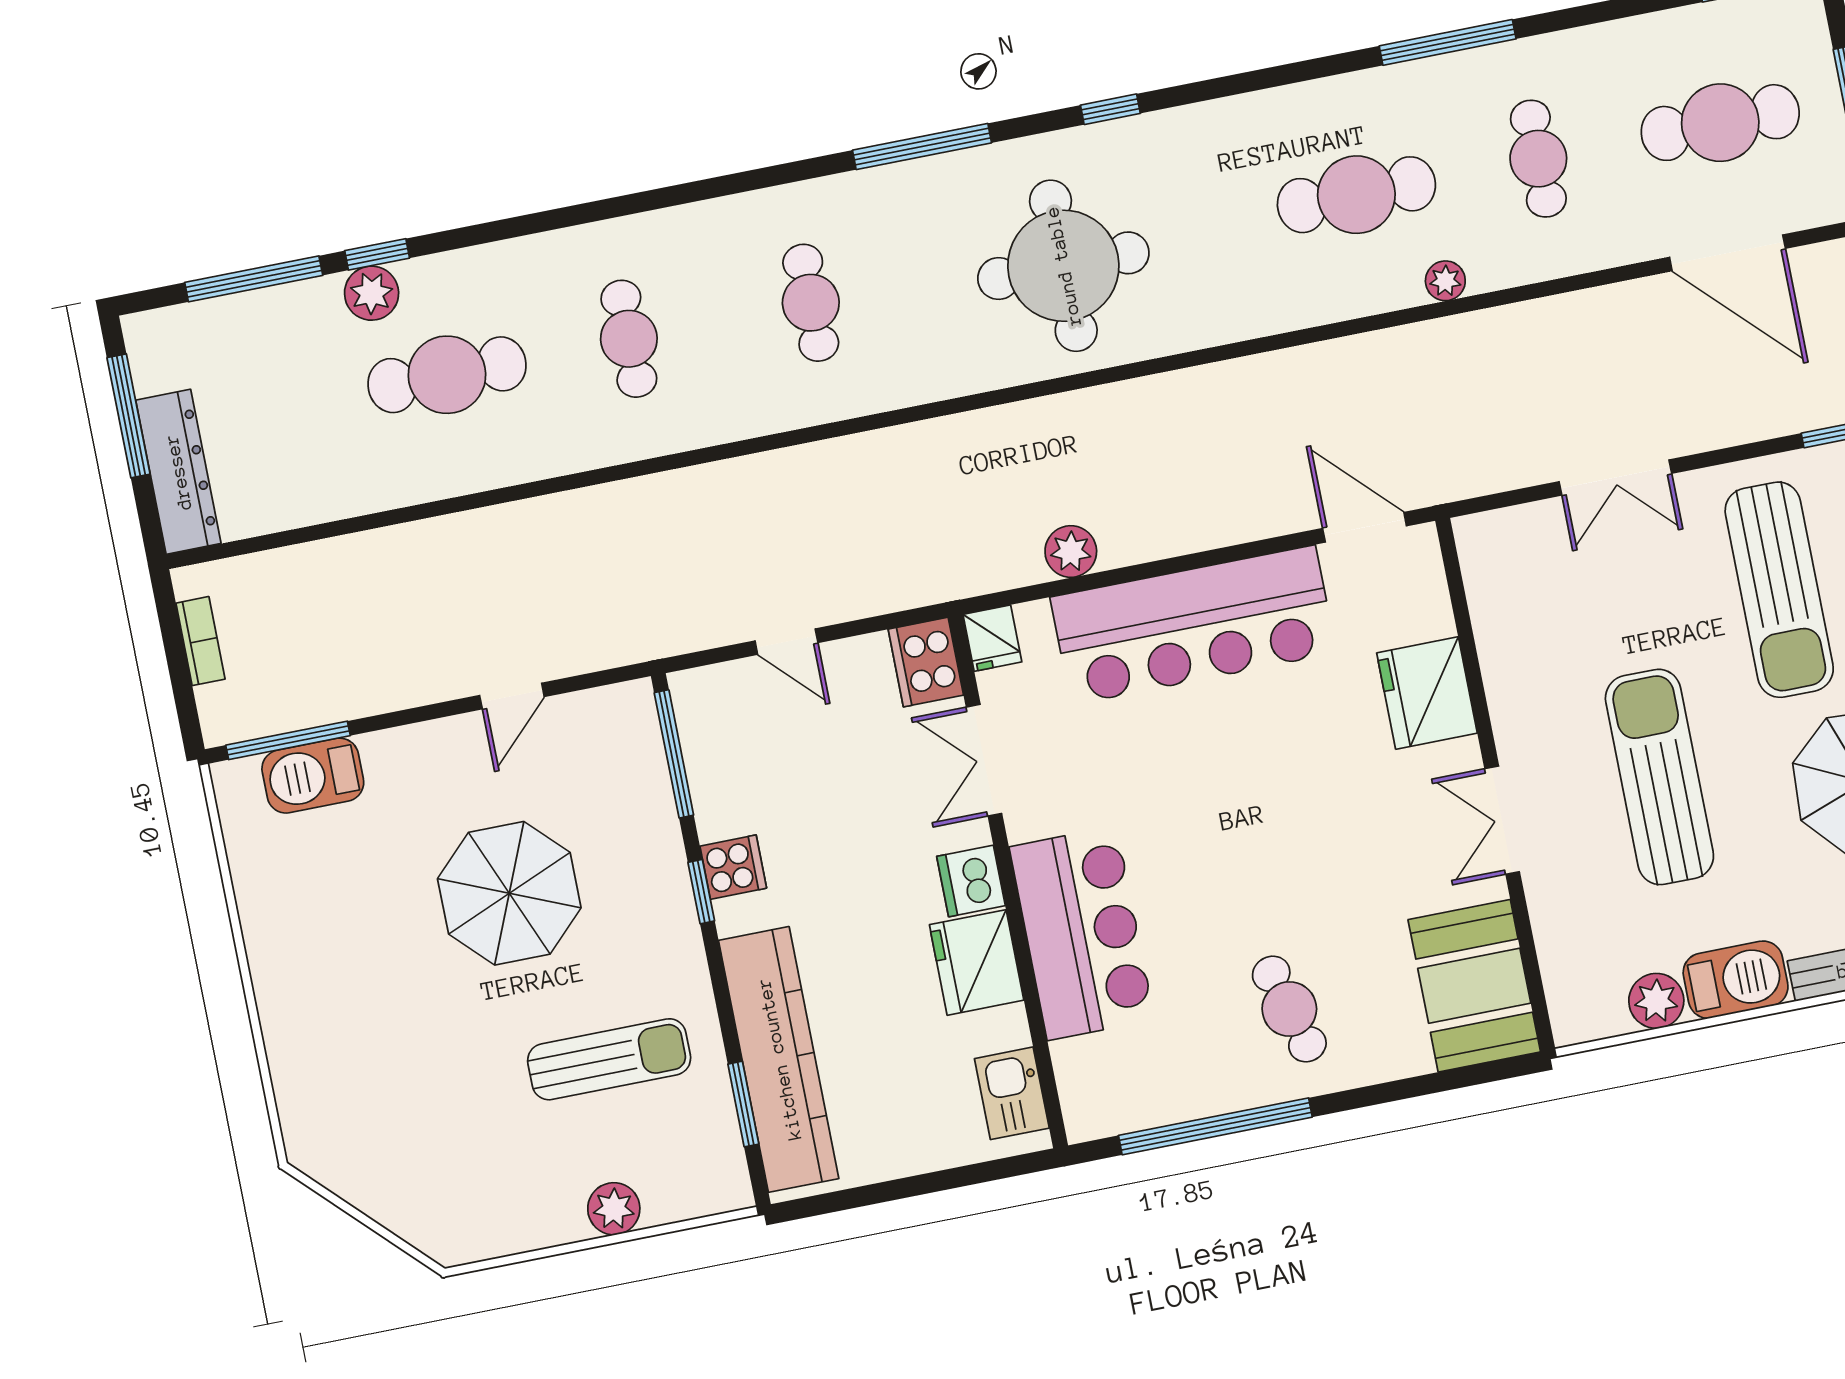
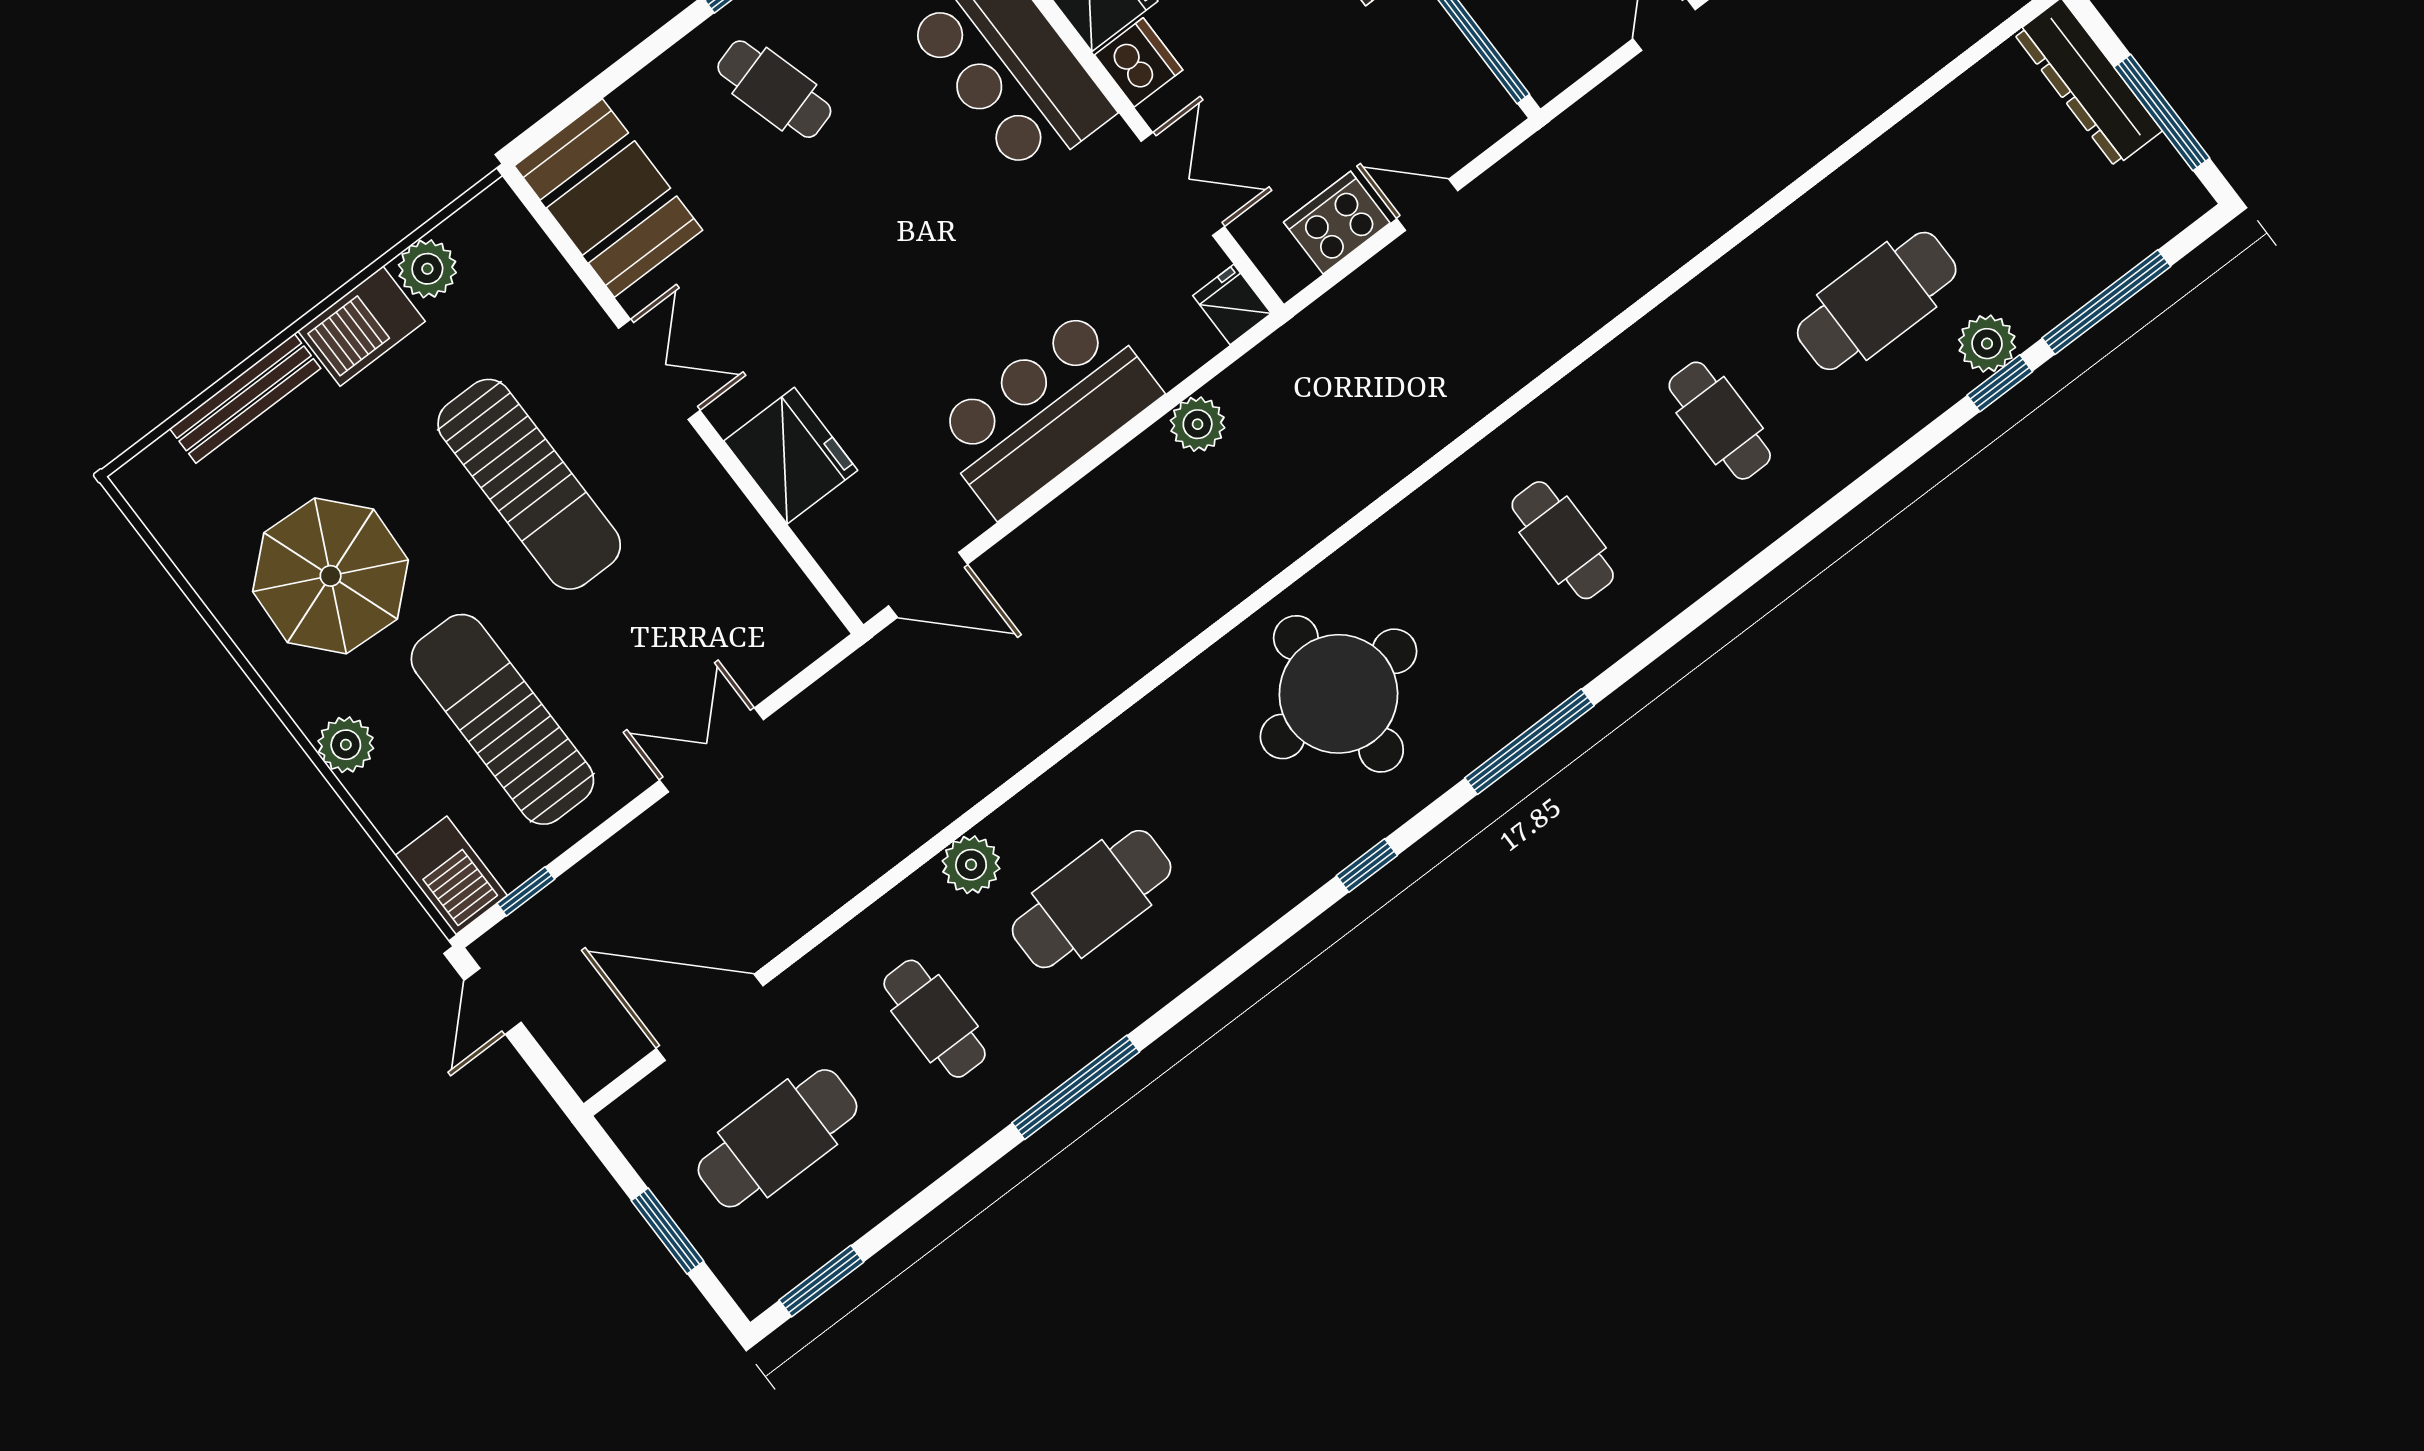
plant: (1445, 281) -> (971, 865), width x1.38, depth x1.38
bar counter: (1193, 625) -> (1046, 411), width x0.73
cooker: (926, 662) -> (1337, 223), moved, turned -90

